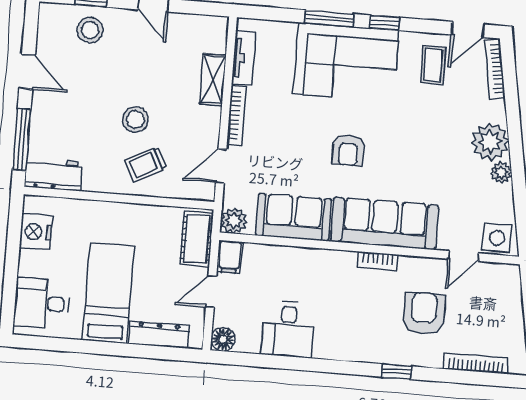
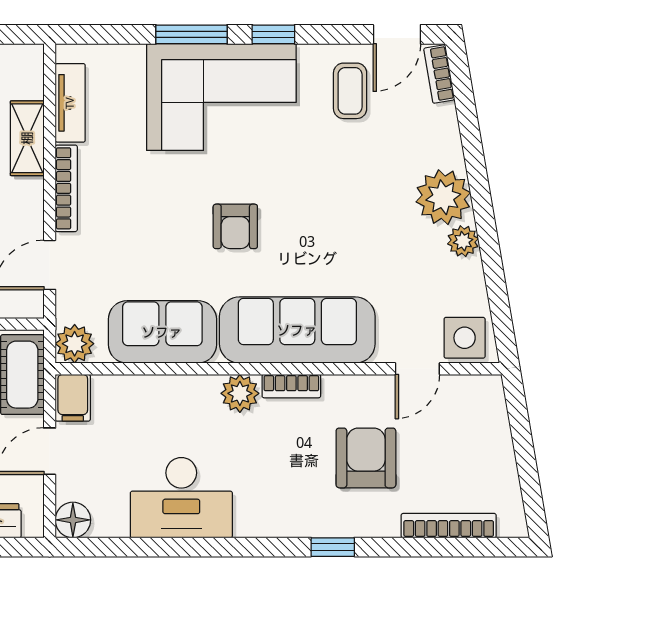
bookcase: (495, 69) -> (439, 74), width x0.64
plant: (342, 263) -> (240, 393), added
desk: (288, 329) -> (181, 498), width x1.37

